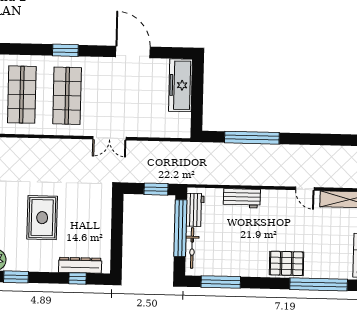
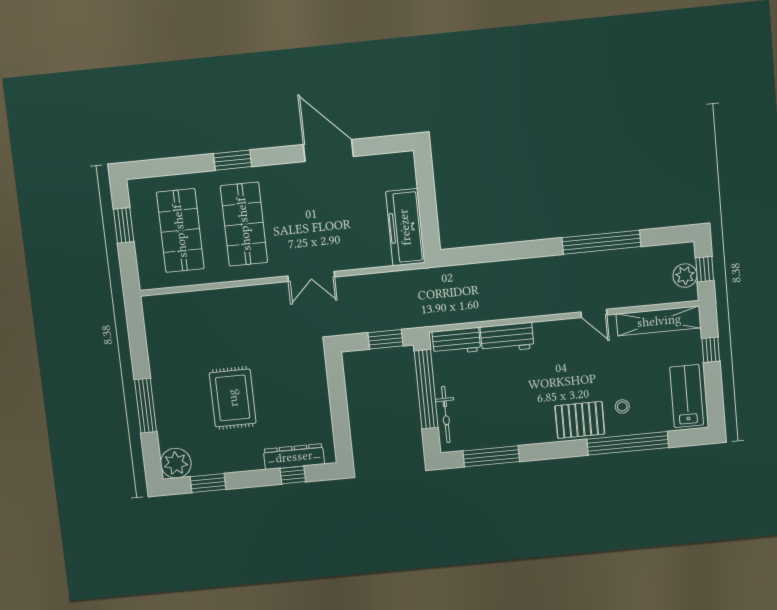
freezer: (181, 85) -> (405, 227), moved
window: (252, 138) -> (601, 242), moved
workbench: (195, 210) -> (456, 341), moved, turned 90
stool: (318, 257) -> (622, 406), added

